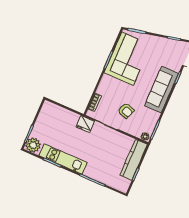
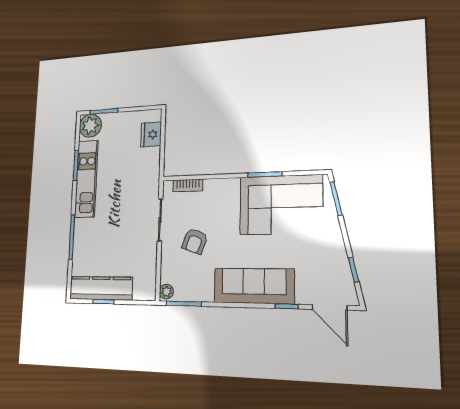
fridge: (85, 124) -> (151, 134), moved
kitchen counter: (134, 160) -> (101, 288), moved

